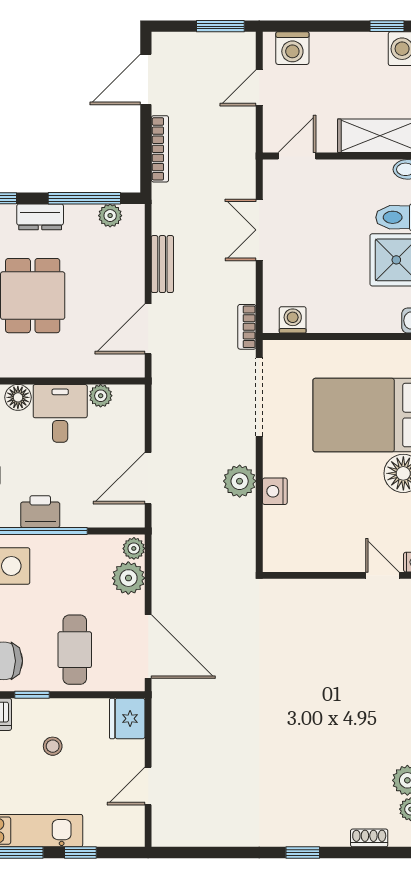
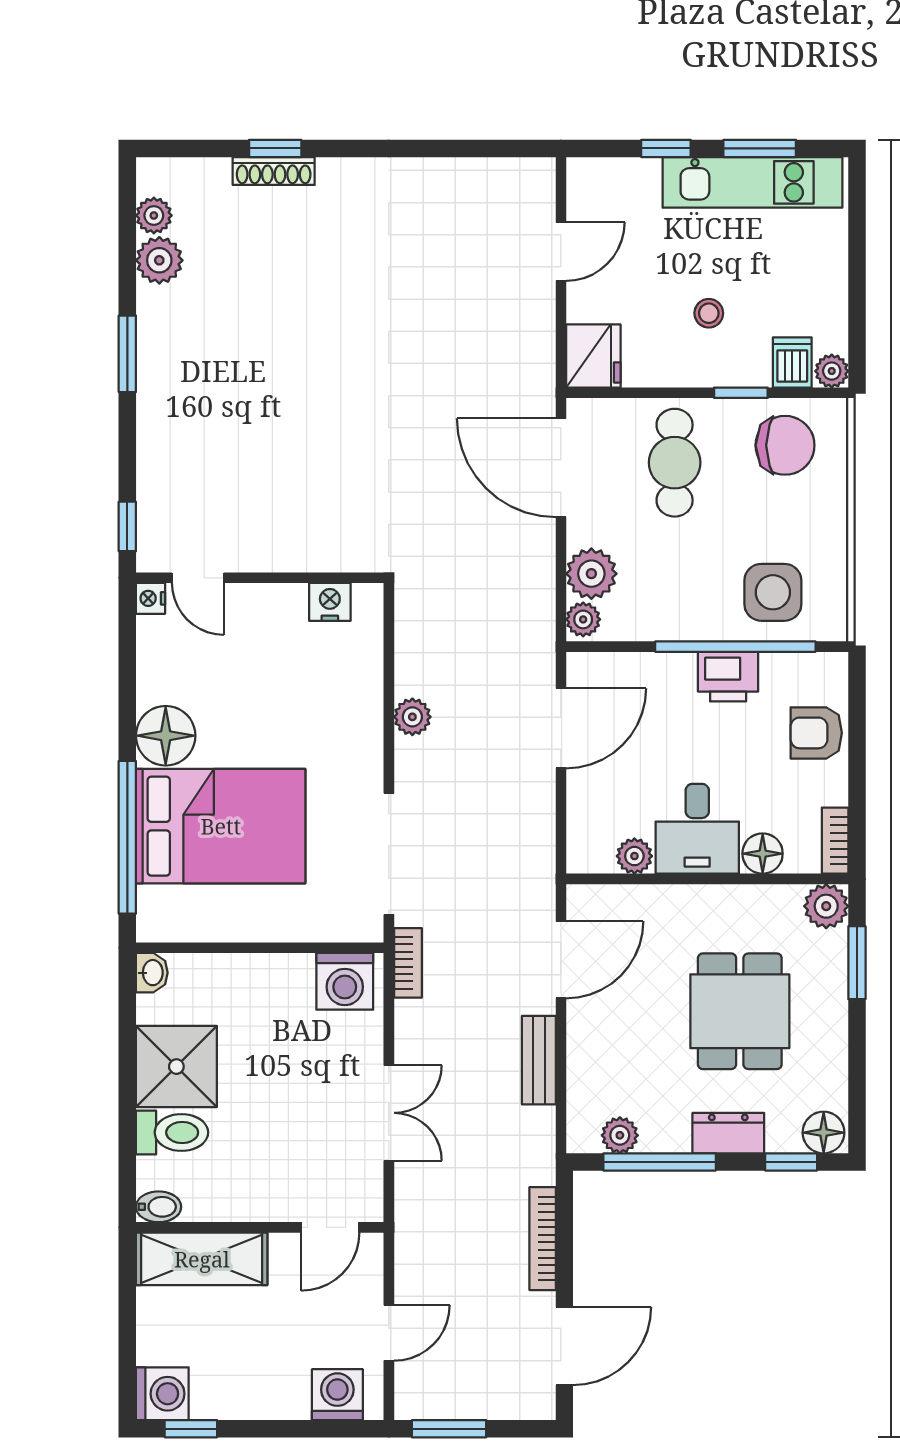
washing machine: (293, 320) -> (345, 981), width x1.38, depth x1.38
plant: (240, 481) -> (412, 717), width x0.73, depth x0.73
nightstand: (275, 491) -> (330, 602), moved, turned -90
shoe rack: (369, 838) -> (274, 171), moved, width x1.43
window: (303, 853) -> (275, 148), moved

